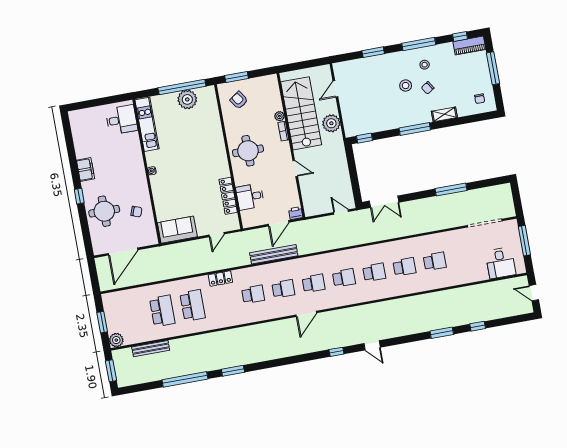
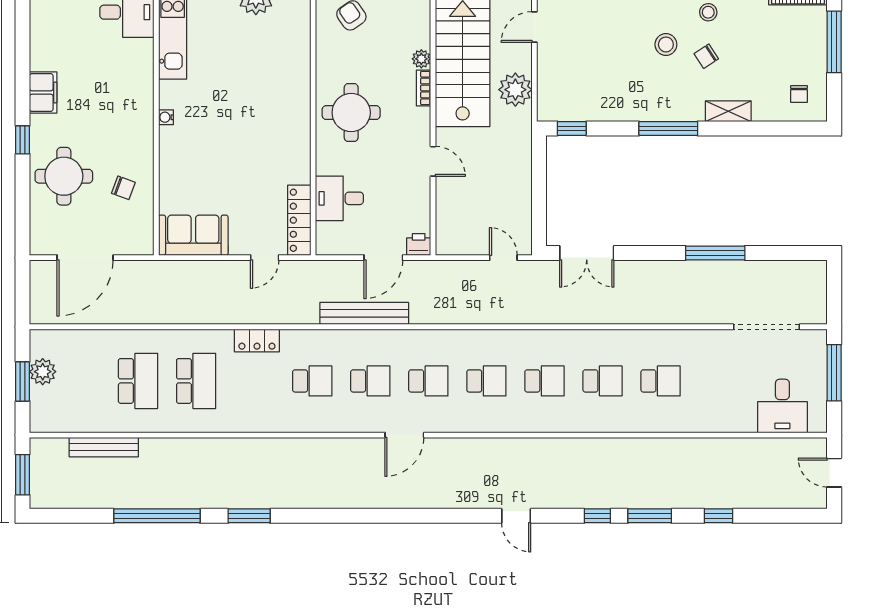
locker: (228, 196) -> (299, 220), moved
plant: (116, 340) -> (43, 372), moved
window: (336, 352) -> (597, 516), moved

